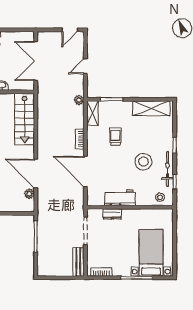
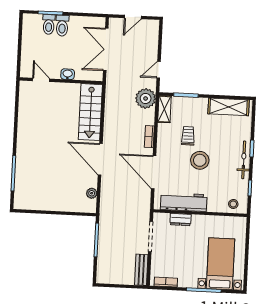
door: (70, 30) -> (133, 17), moved
door: (85, 66) -> (159, 70), moved
plant: (79, 100) -> (146, 98), width x1.87, depth x1.87
stool: (143, 162) -> (200, 160), moved
bicycle: (168, 169) -> (244, 160), moved
door: (36, 174) -> (100, 159), moved
workbench: (120, 198) -> (184, 202), width x1.38

